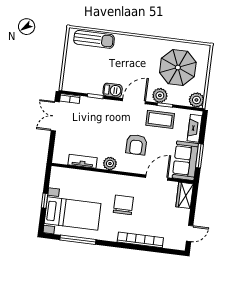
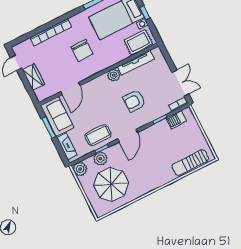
barbecue: (113, 90) -> (176, 120), moved
plant: (160, 95) -> (100, 159), moved
armchair: (136, 145) -> (134, 101), moved, turned -90
tv unit: (83, 161) -> (136, 63), width x1.41
rug: (68, 178) -> (138, 42), added
wardrobe: (185, 195) -> (33, 77), moved

